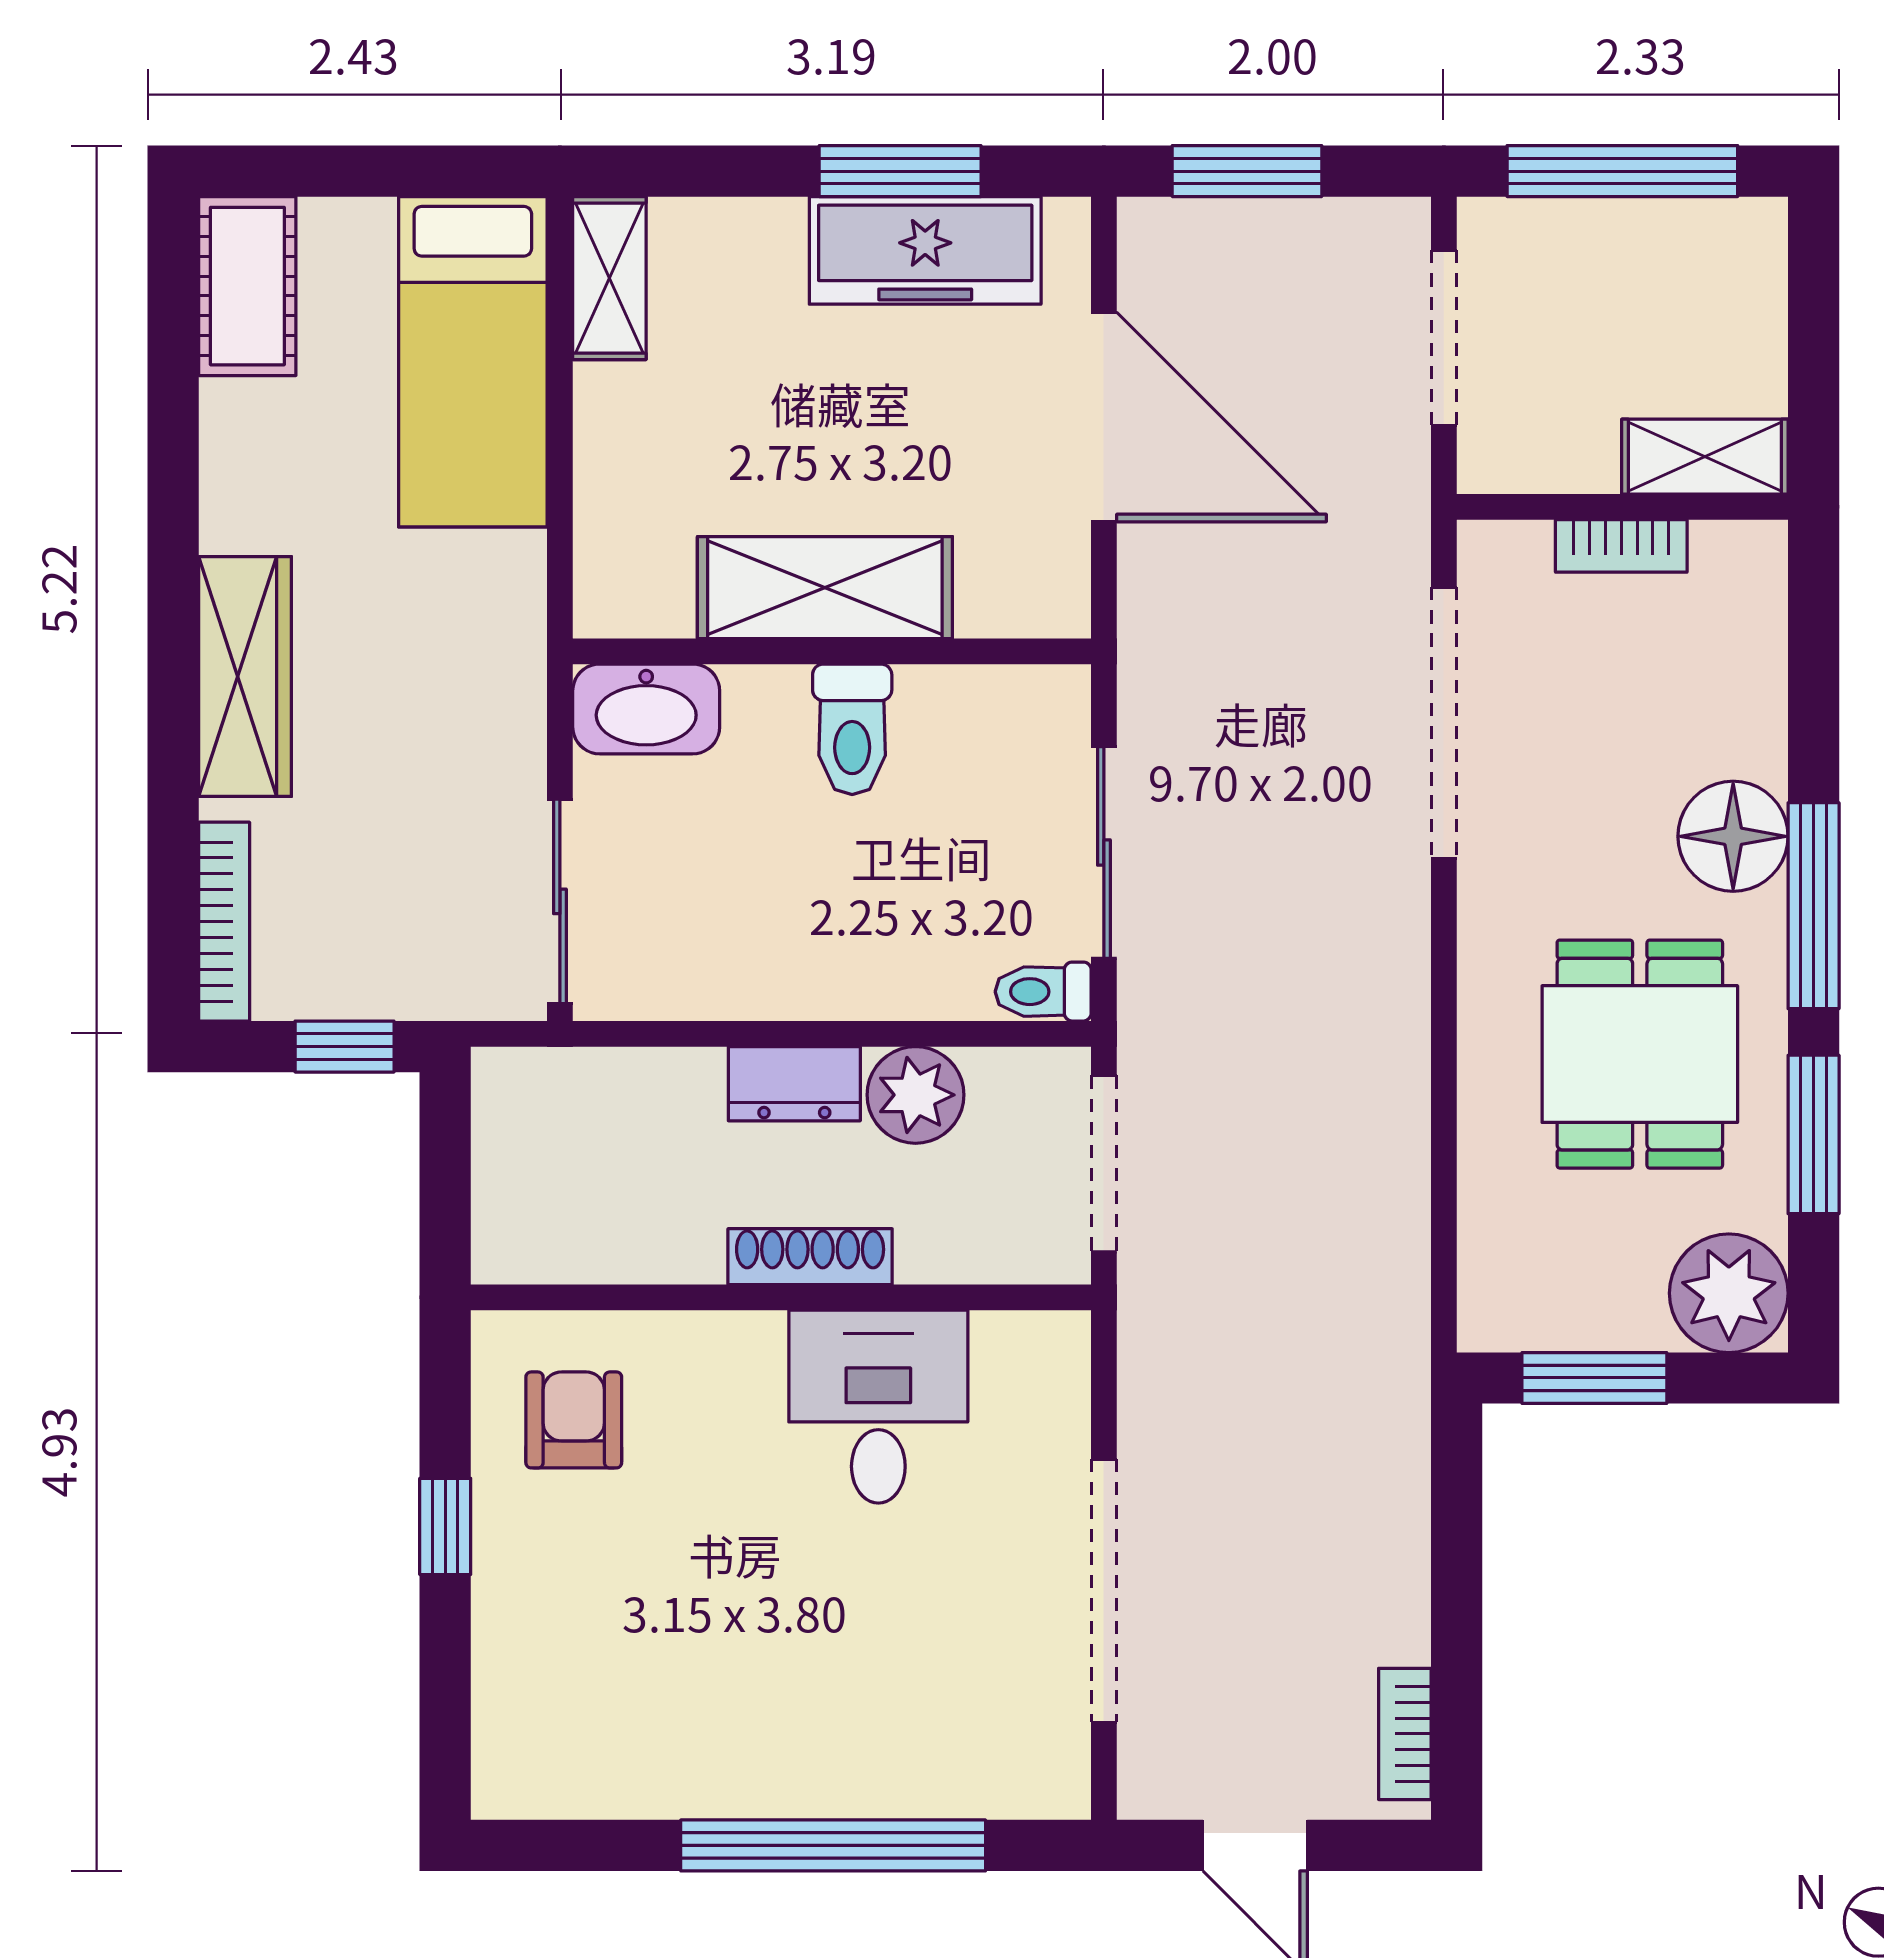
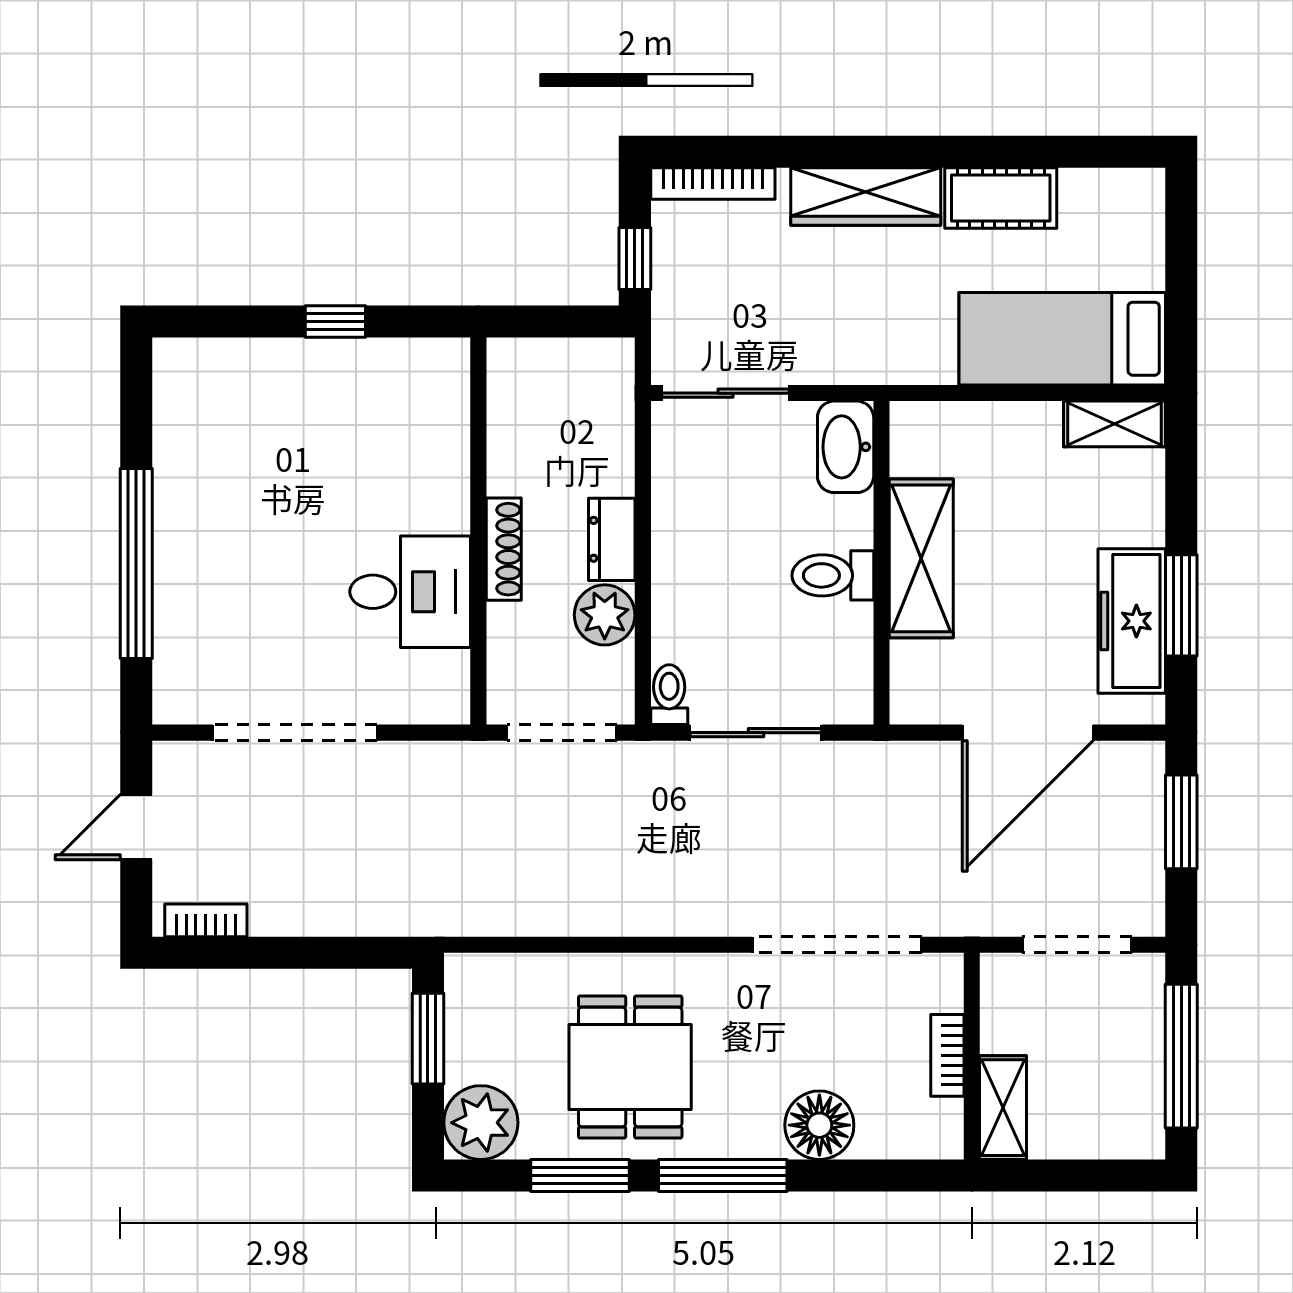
cot: (247, 286) -> (1001, 198), moved
floor lamp: (1733, 836) -> (819, 1125), moved
dining table: (1640, 1054) -> (630, 1067), turned 90
armchair: (574, 1420) -> (402, 402), removed

